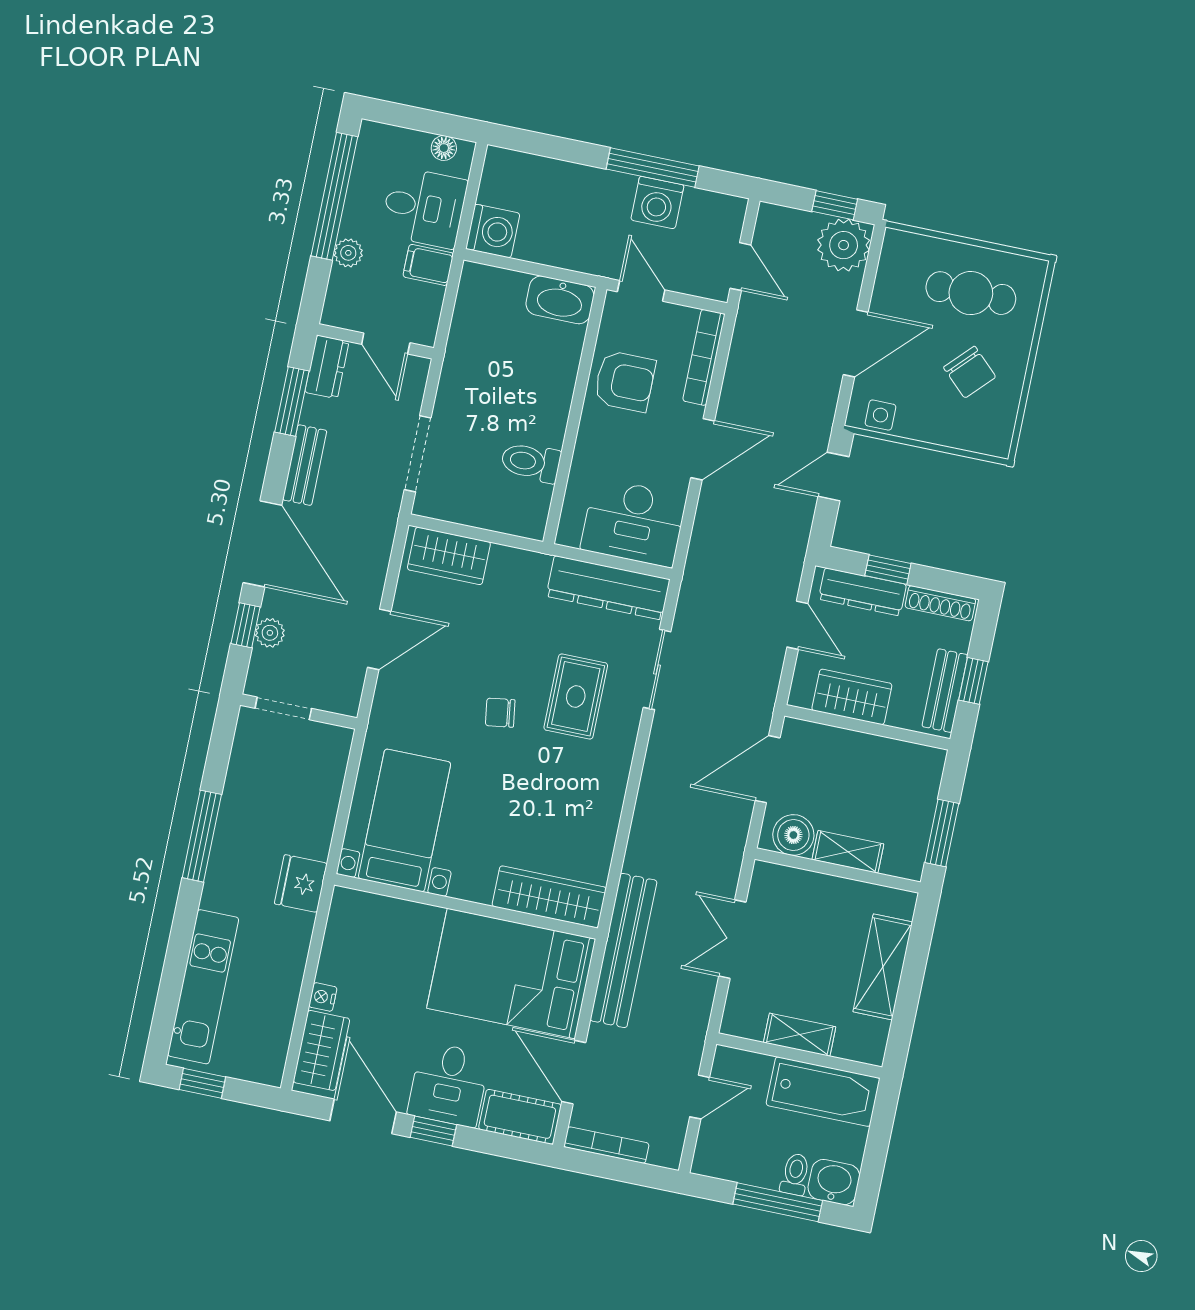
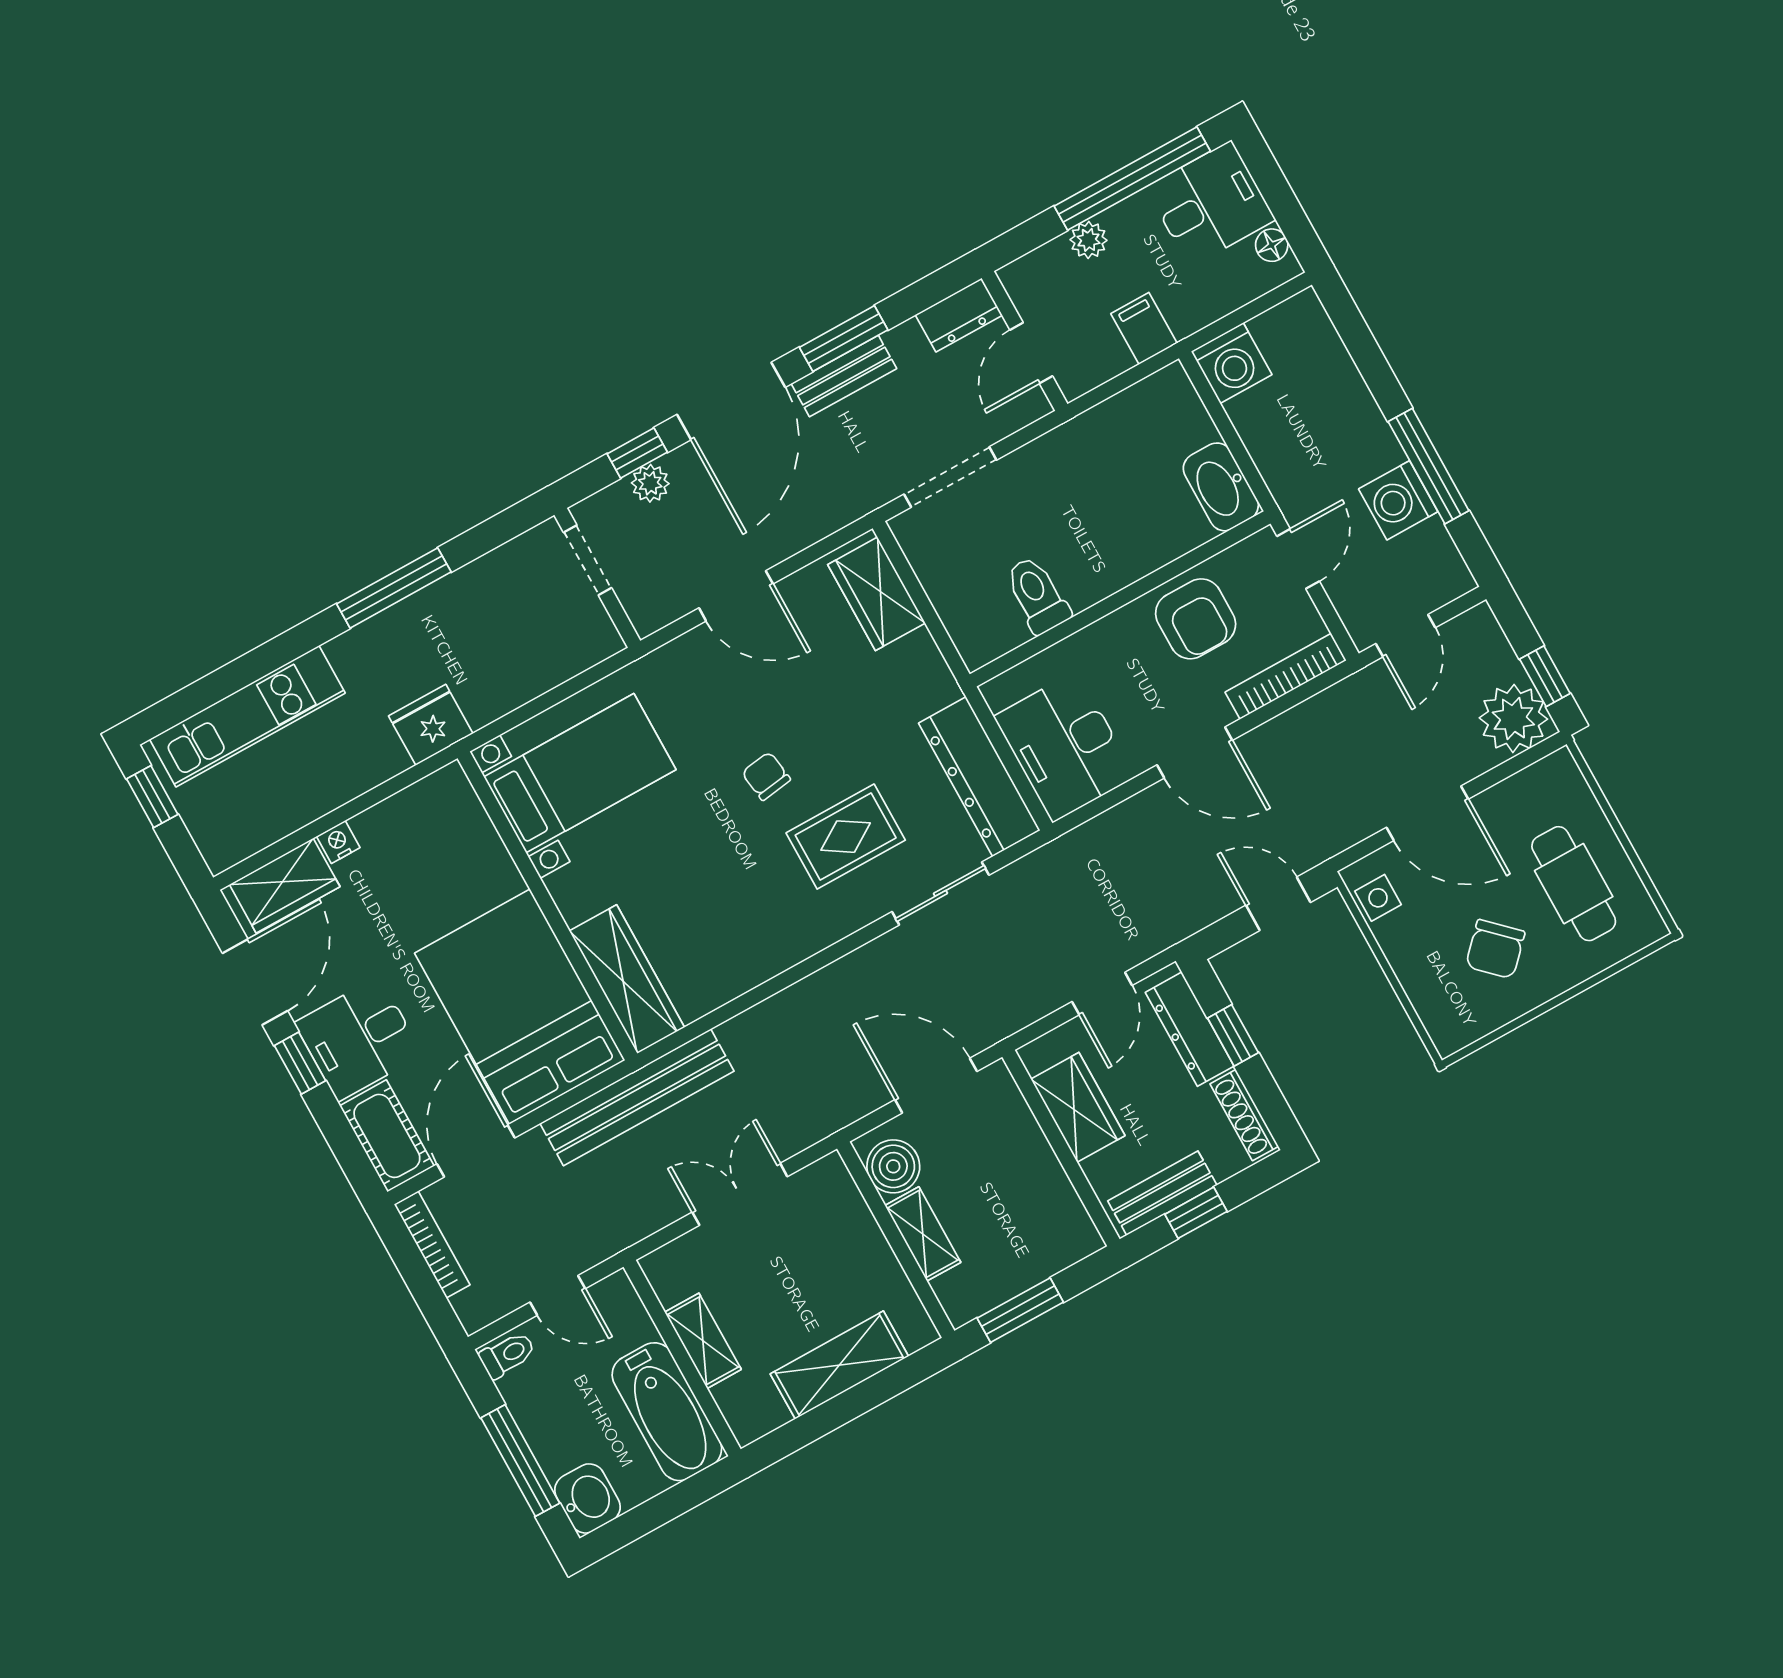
desk: (424, 207) -> (1210, 204), moved, turned -90
window: (292, 402) -> (844, 339), moved
toilet: (795, 1174) -> (507, 1355), moved

